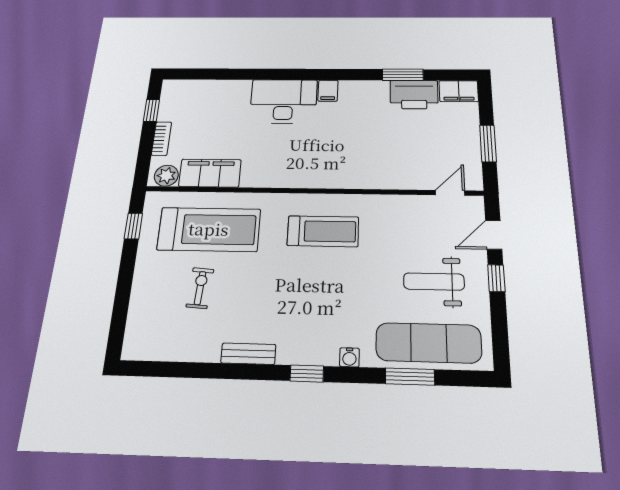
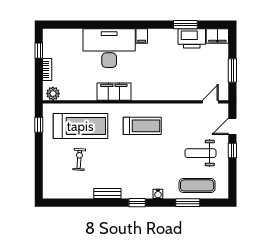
desk: (284, 101) -> (109, 48), width x1.36, depth x1.30
filing cabinet: (210, 173) -> (114, 92), moved
exercise mat: (429, 343) -> (197, 185), width x0.73, depth x0.69

